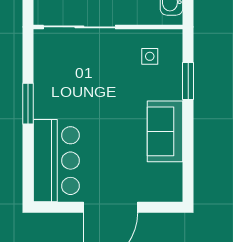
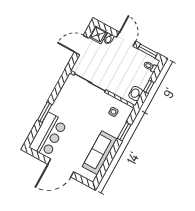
window: (28, 104) -> (45, 112), moved
sofa: (165, 131) -> (100, 153), width x1.36

